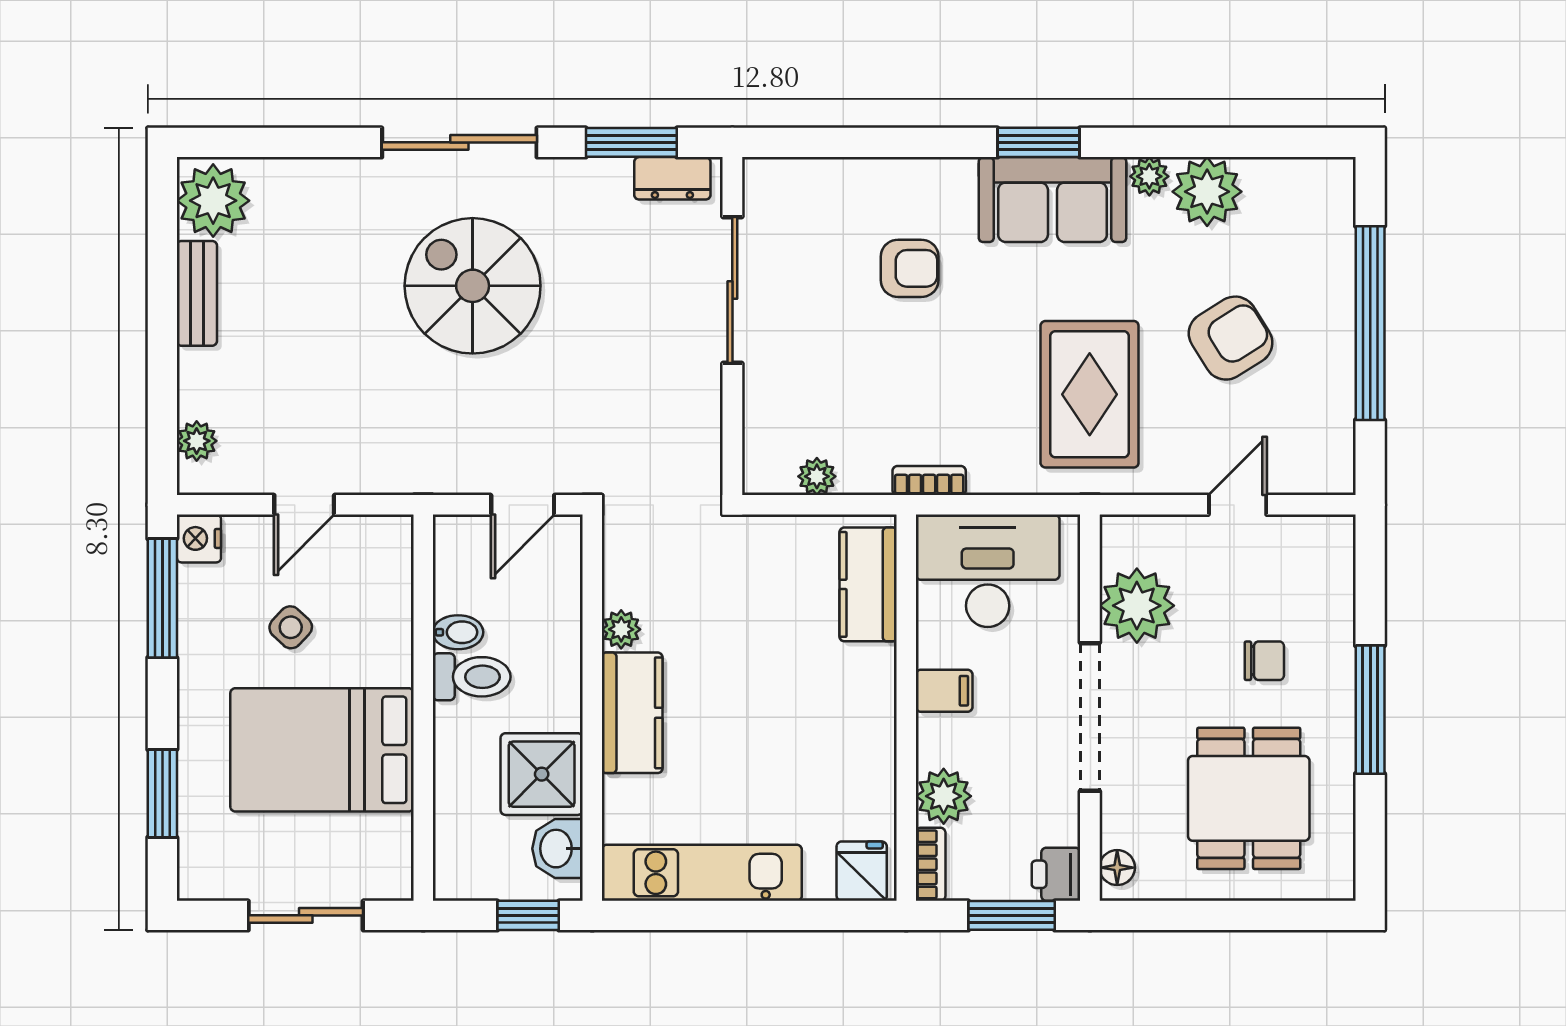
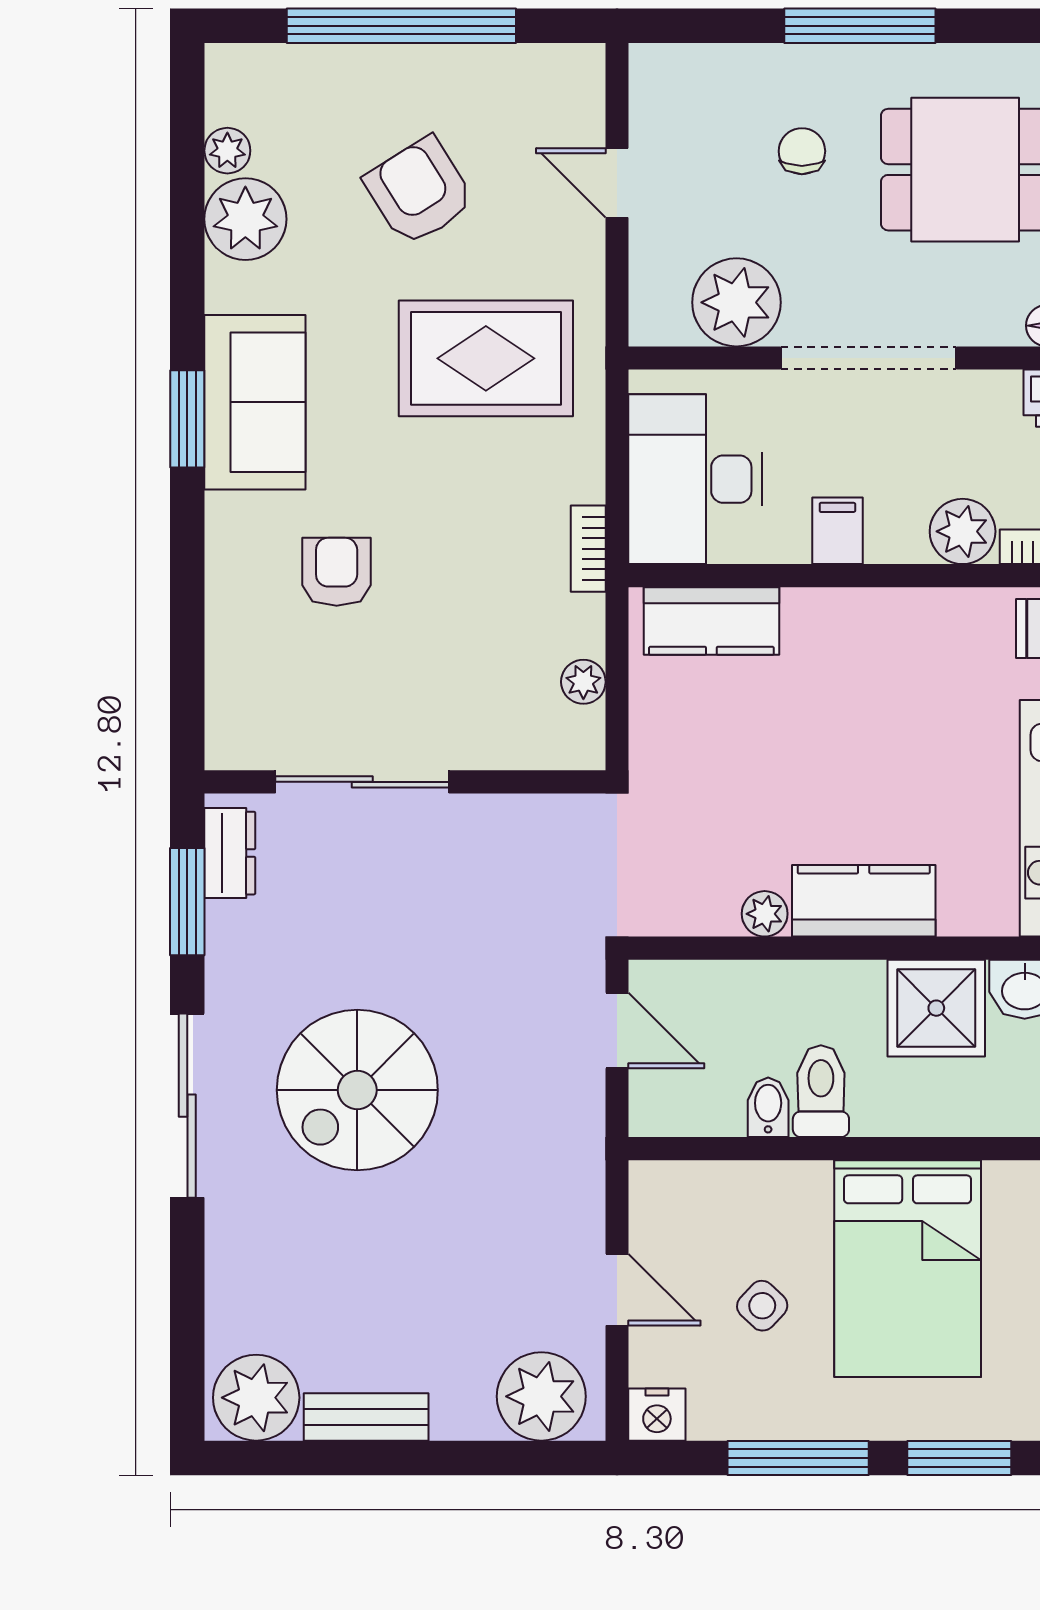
plant: (1149, 176) -> (227, 151), moved
plant: (197, 441) -> (541, 1396), width x1.88, depth x1.88
window: (162, 598) -> (798, 1458), moved

